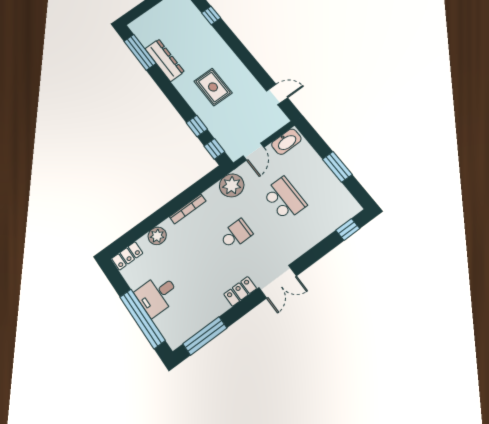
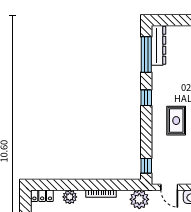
dresser: (165, 60) -> (158, 45), moved
window: (197, 126) -> (146, 98), moved
door: (254, 152) -> (169, 187), hinge flipped

